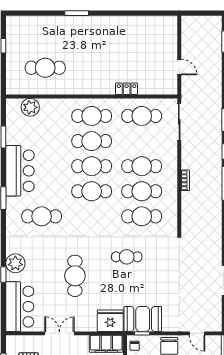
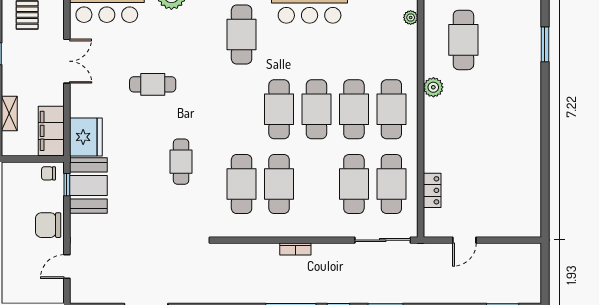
window: (77, 13) -> (545, 44), moved
plant: (77, 88) -> (433, 87), added
locker: (127, 89) -> (432, 190), moved
plant: (30, 107) -> (411, 17), width x0.53, depth x0.53
cafe table: (142, 166) -> (354, 184), moved
cafe table: (75, 276) -> (153, 84), width x0.73, depth x0.74

